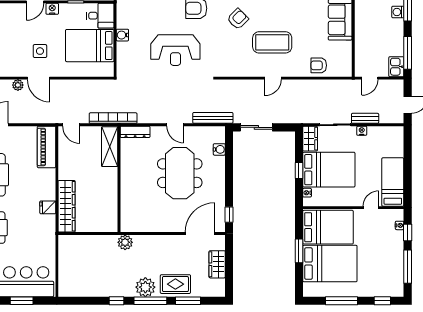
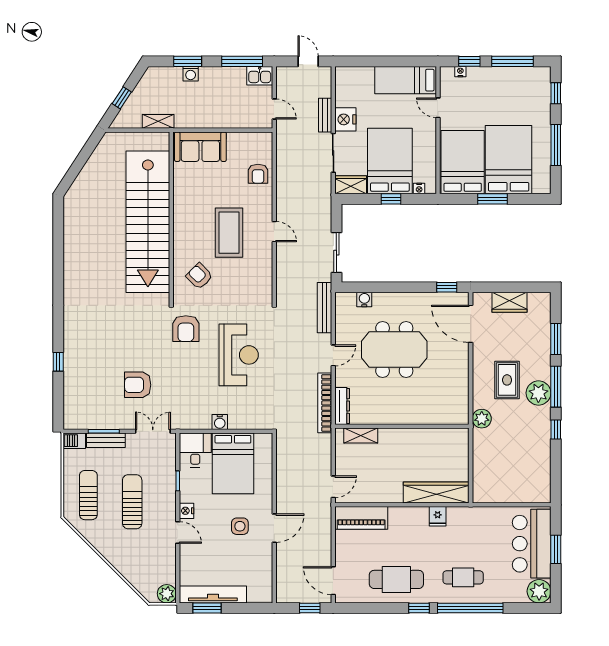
plant: (18, 85) -> (283, 554), removed
bookcase: (113, 118) -> (325, 403), moved
nightstand: (362, 131) -> (345, 119), width x1.89, depth x1.79
shelving: (110, 147) -> (361, 436), width x0.67, depth x0.75
rug: (175, 284) -> (507, 380), moved

